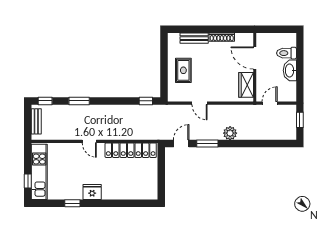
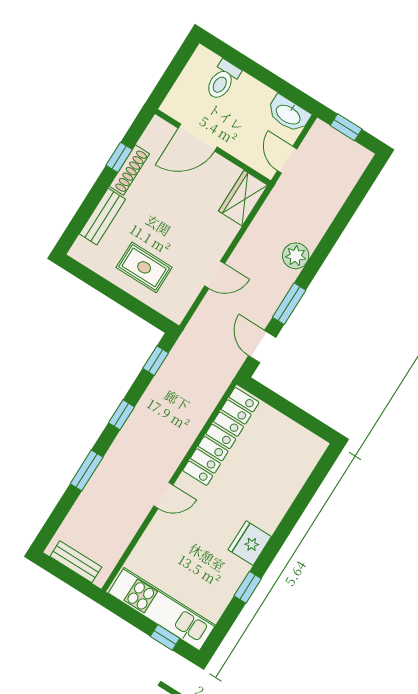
window: (224, 29) -> (119, 157), added
washbasin: (290, 70) -> (289, 114), moved
wardrobe: (246, 85) -> (243, 198), moved, turned 90
window: (45, 101) -> (122, 415), moved

